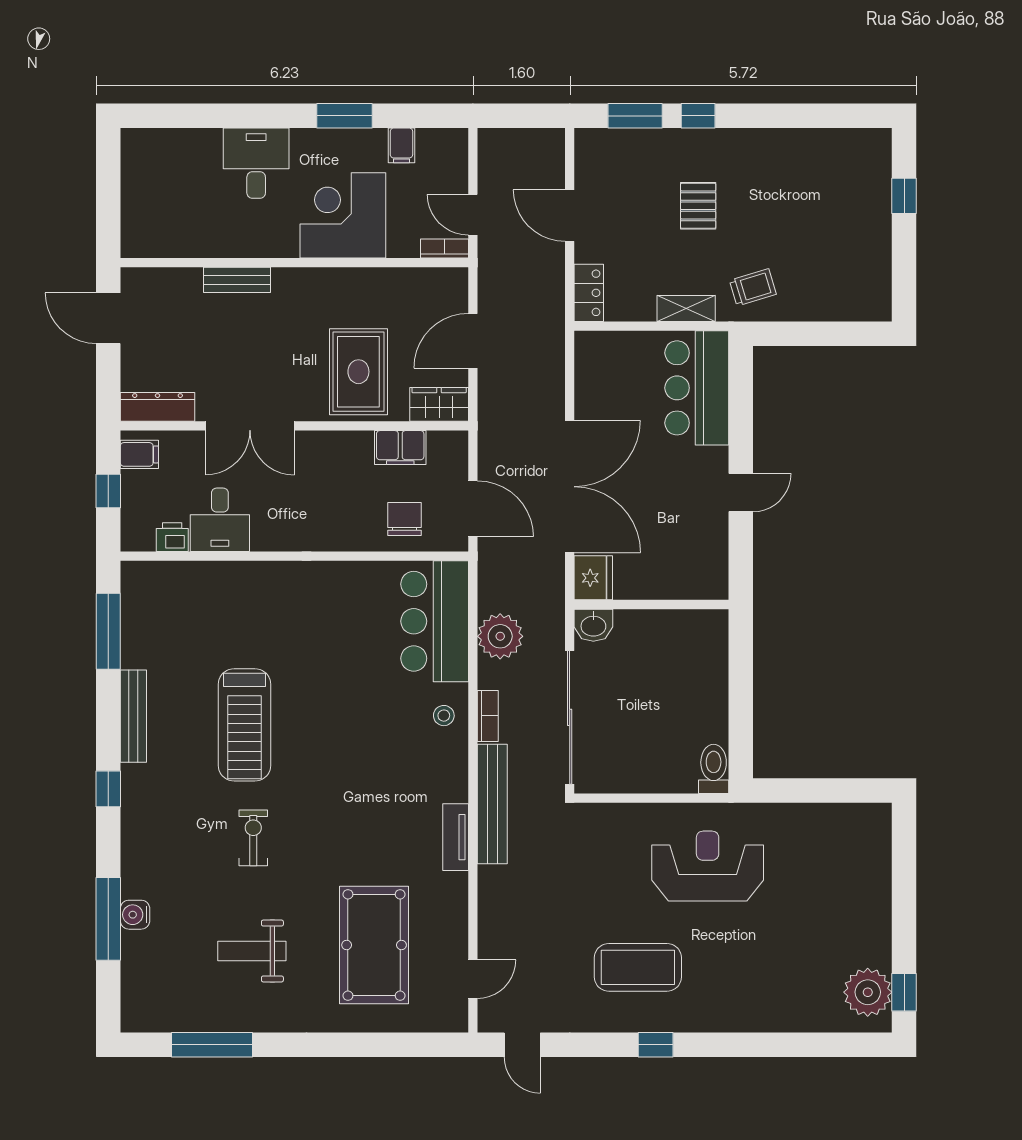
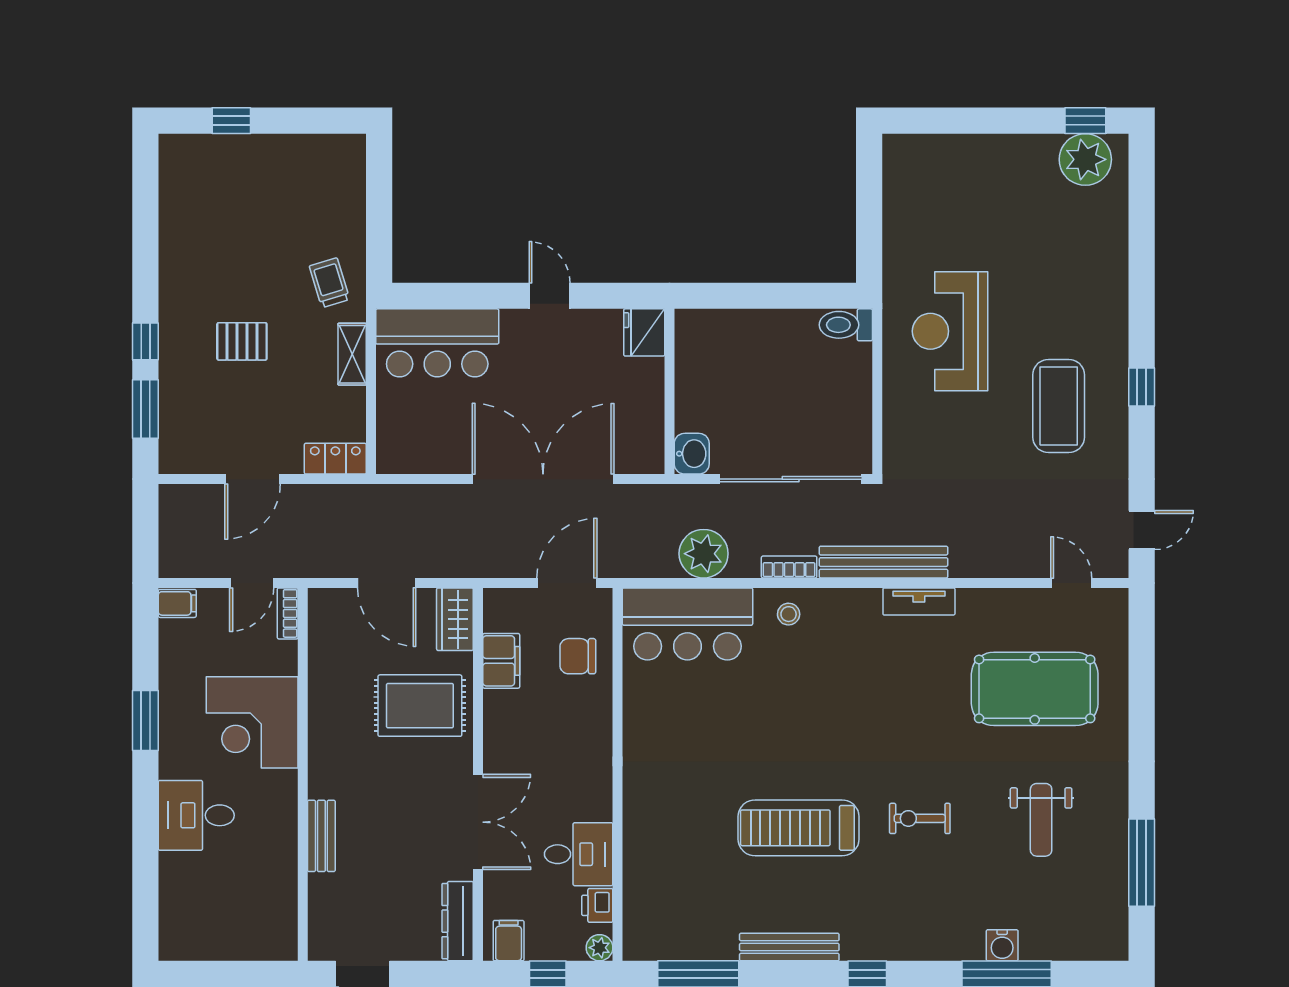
filing cabinet: (401, 145) -> (177, 603), moved
plant: (133, 539) -> (599, 948), added
fridge: (593, 578) -> (644, 332), moved, turned -90
treadmill: (244, 725) -> (799, 828), turned 180

